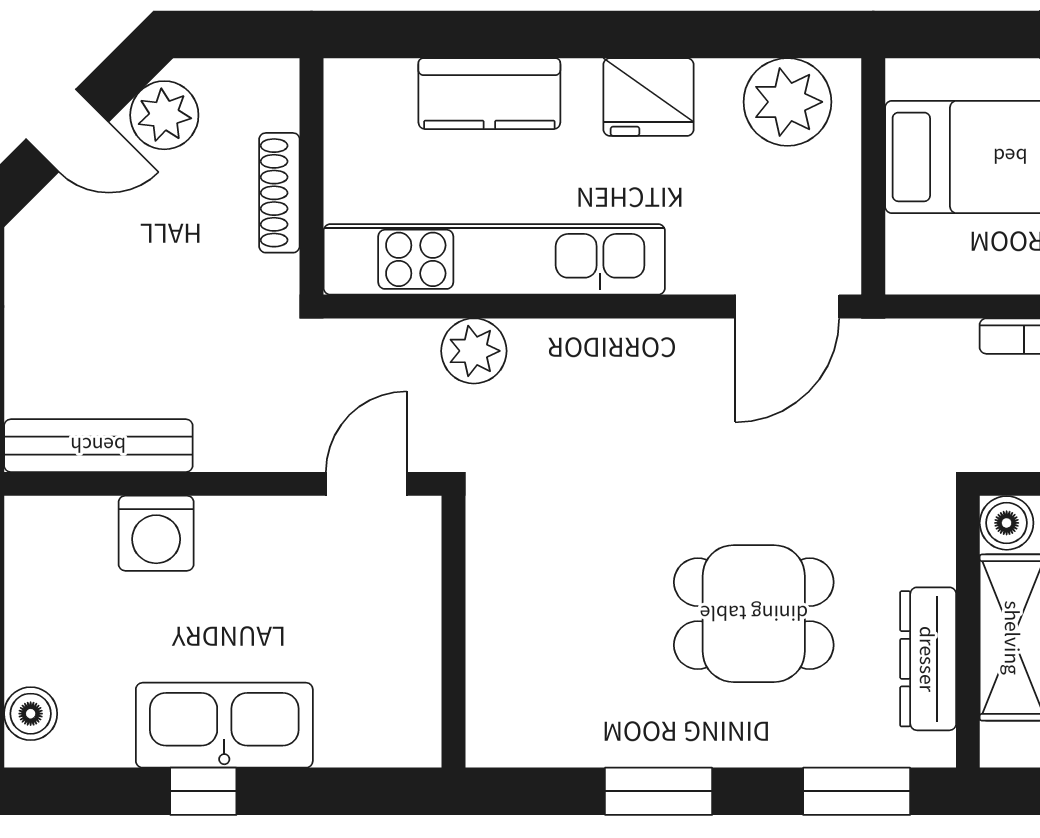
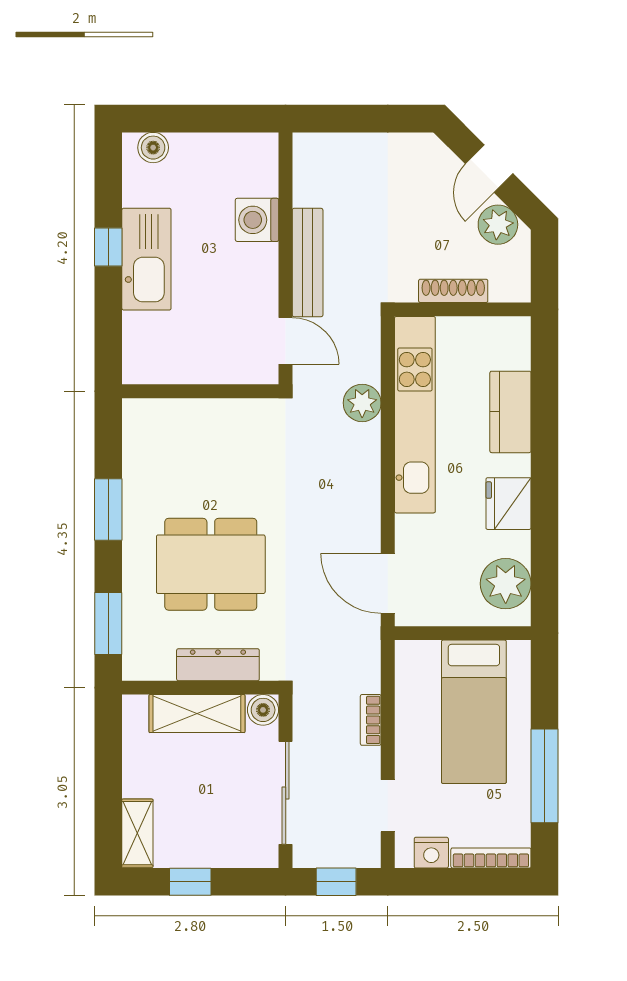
bench: (98, 446) -> (308, 263), moved
dining table: (754, 614) -> (211, 564), width x1.37
dresser: (928, 659) -> (218, 665), moved

